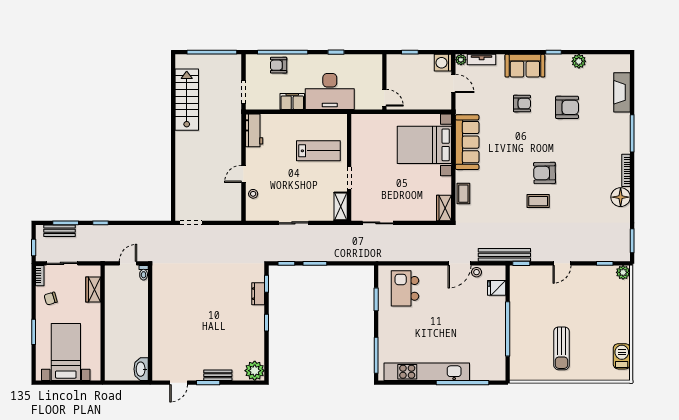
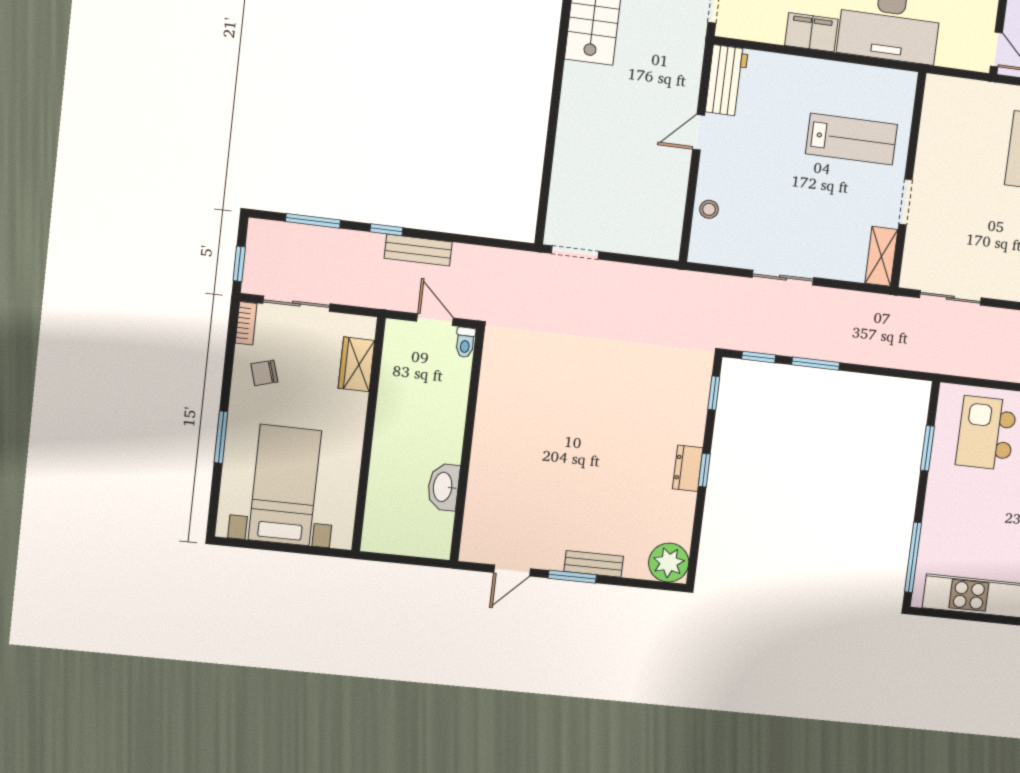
door: (243, 174) -> (699, 132), moved
bench: (60, 231) -> (418, 250), moved
door: (128, 263) -> (435, 320), hinge flipped
dresser: (258, 294) -> (688, 468), moved
washbasin: (141, 369) -> (443, 487), moved

